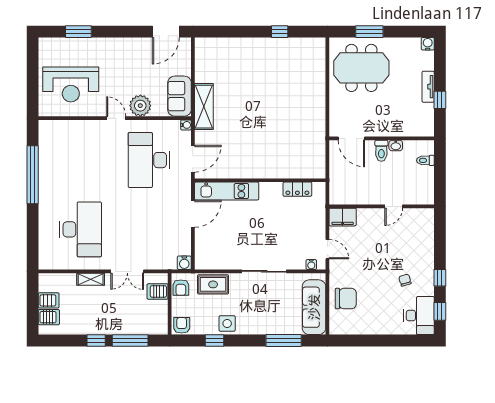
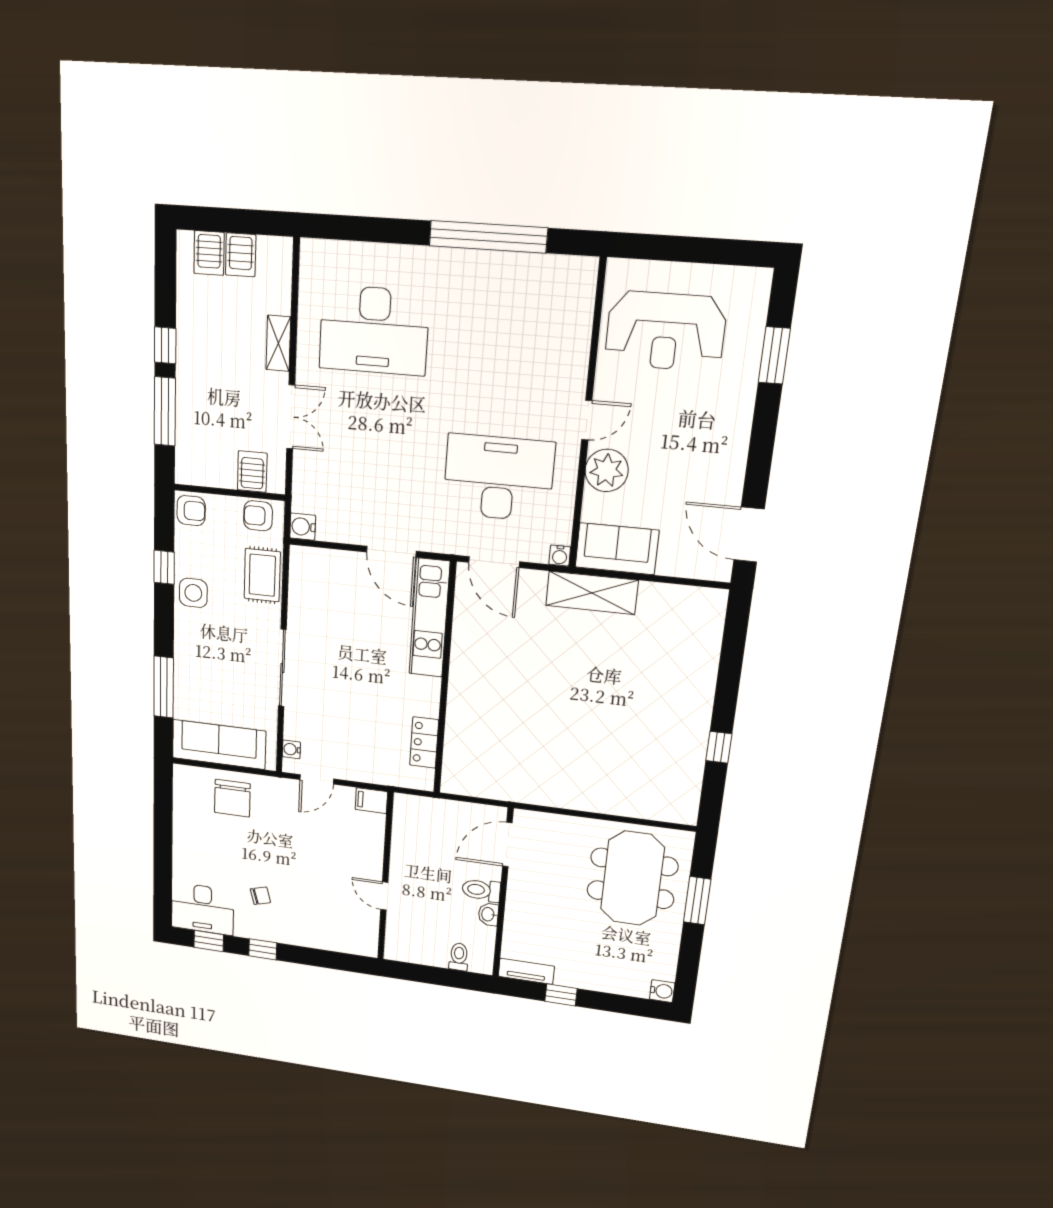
reception desk: (71, 84) -> (665, 331), turned -90
tv unit: (428, 87) -> (526, 971), moved
filing cabinet: (343, 217) -> (371, 801), width x0.50
double door: (127, 271) -> (291, 417), swing flipped

